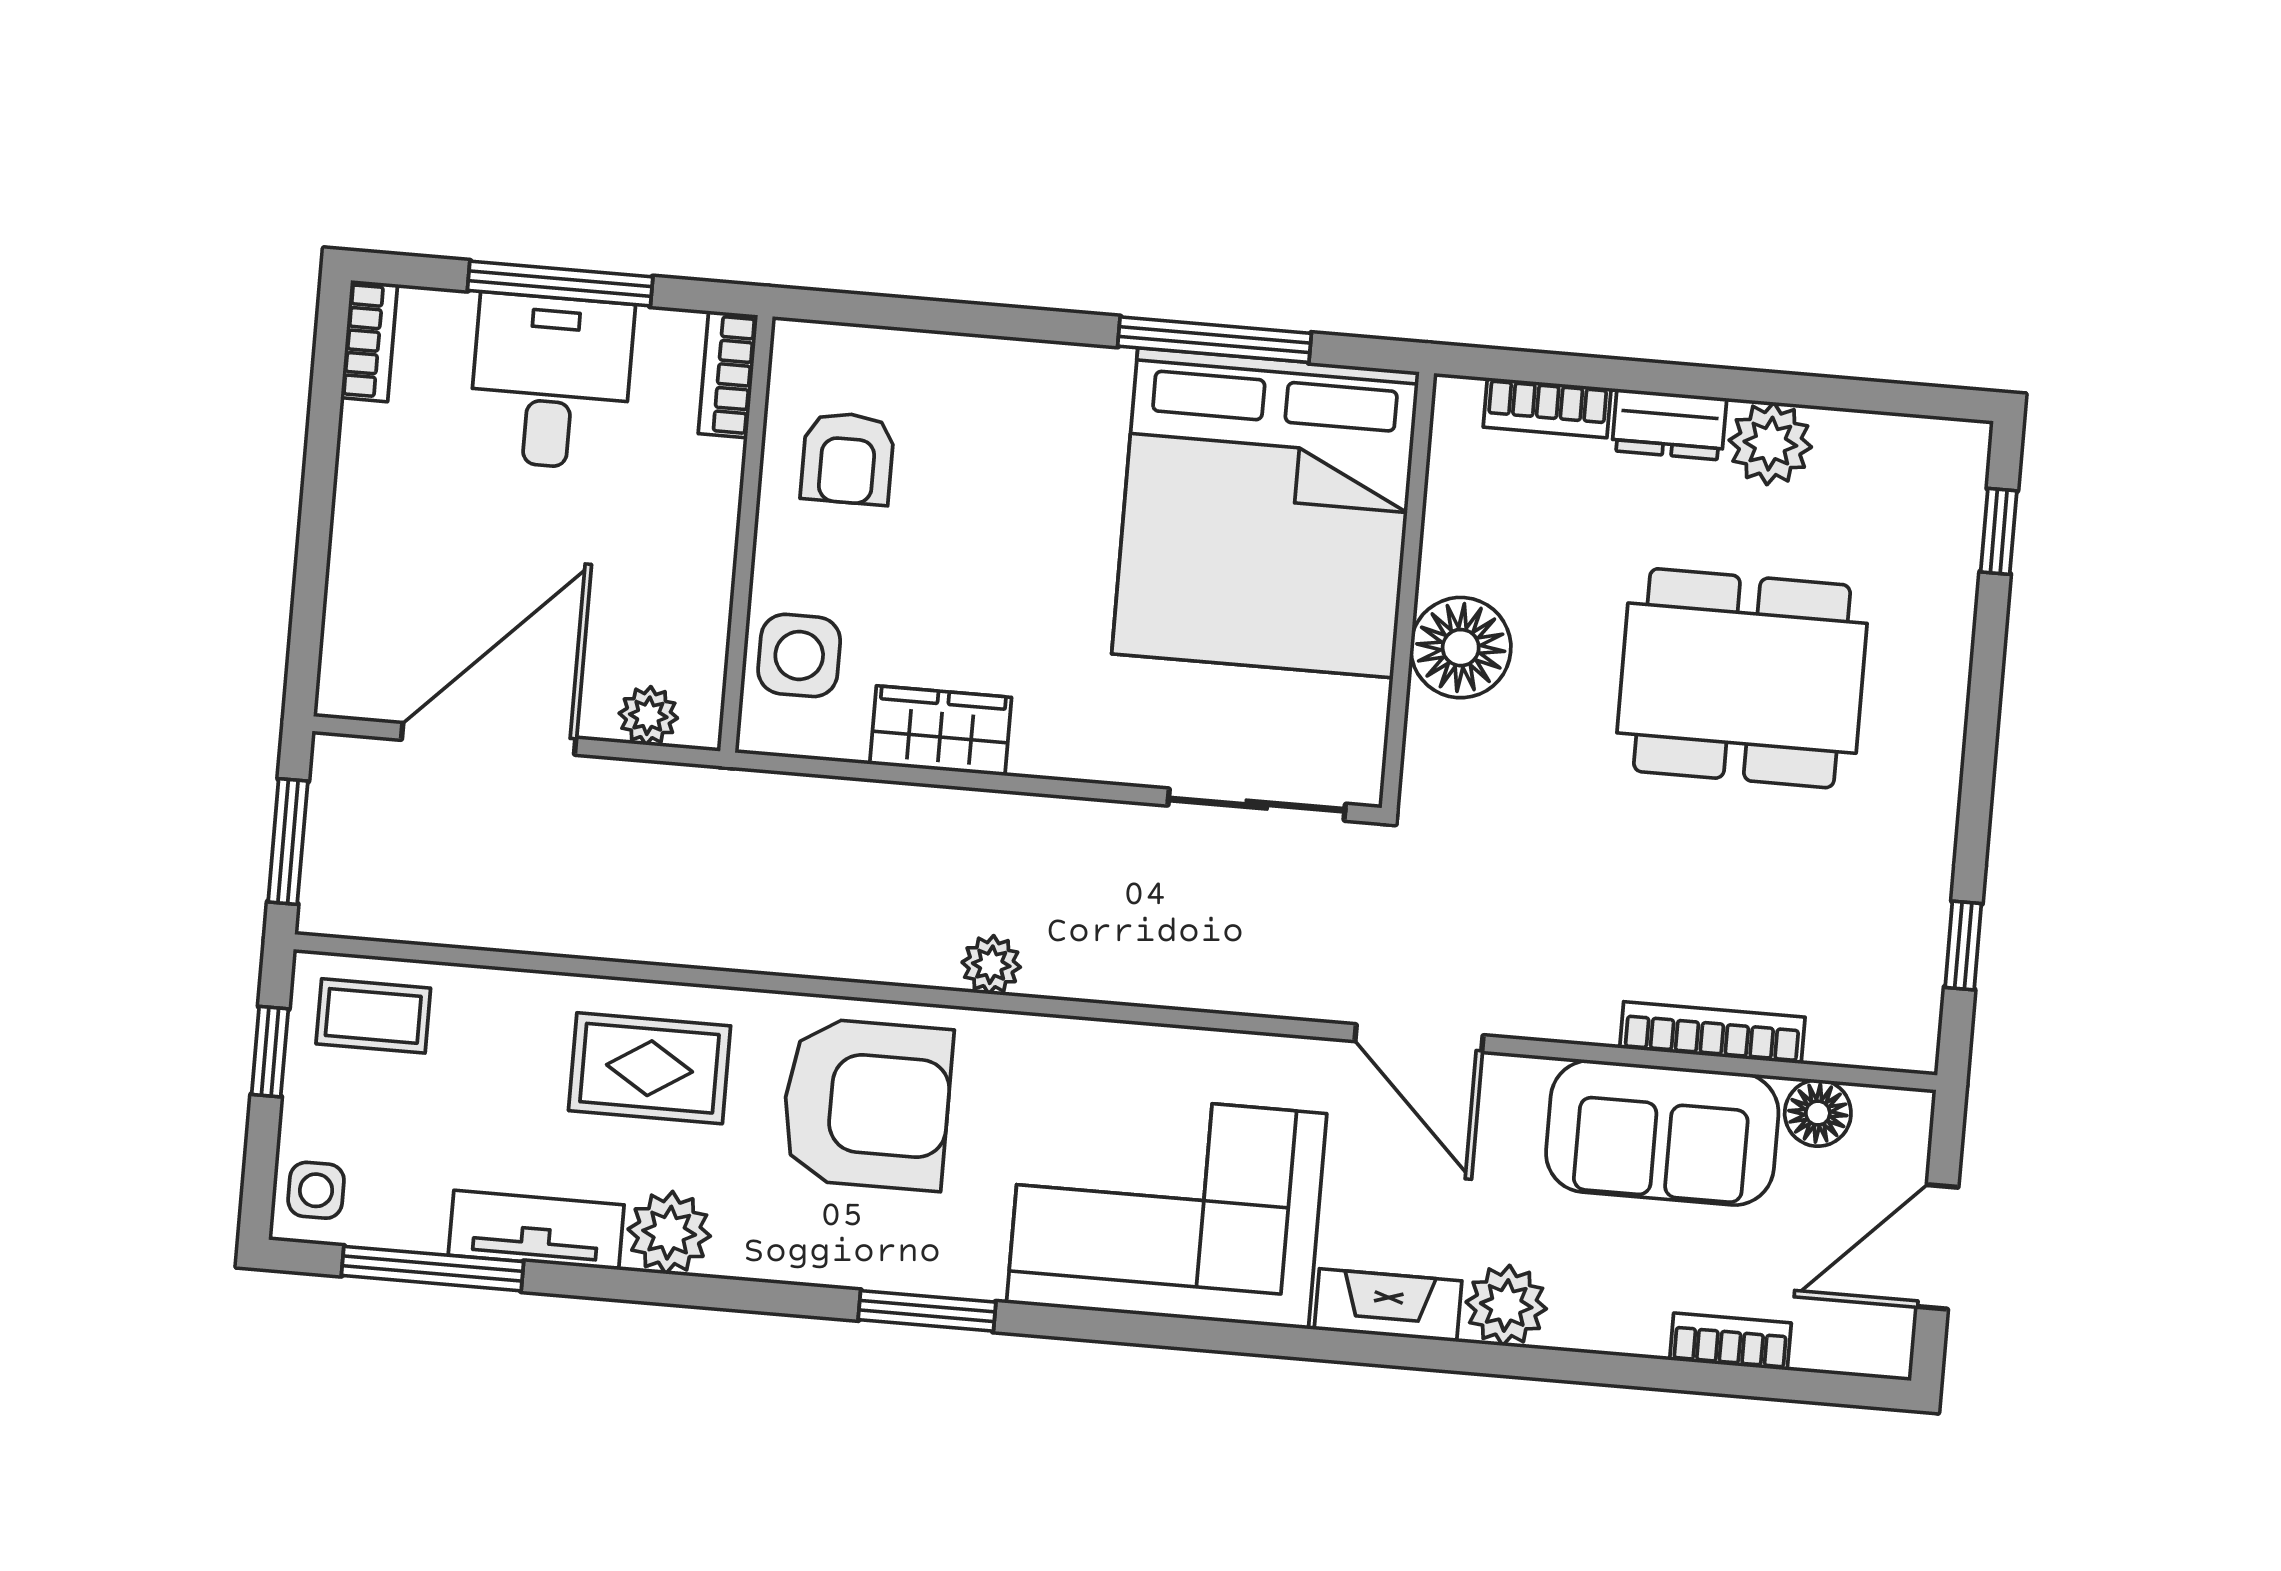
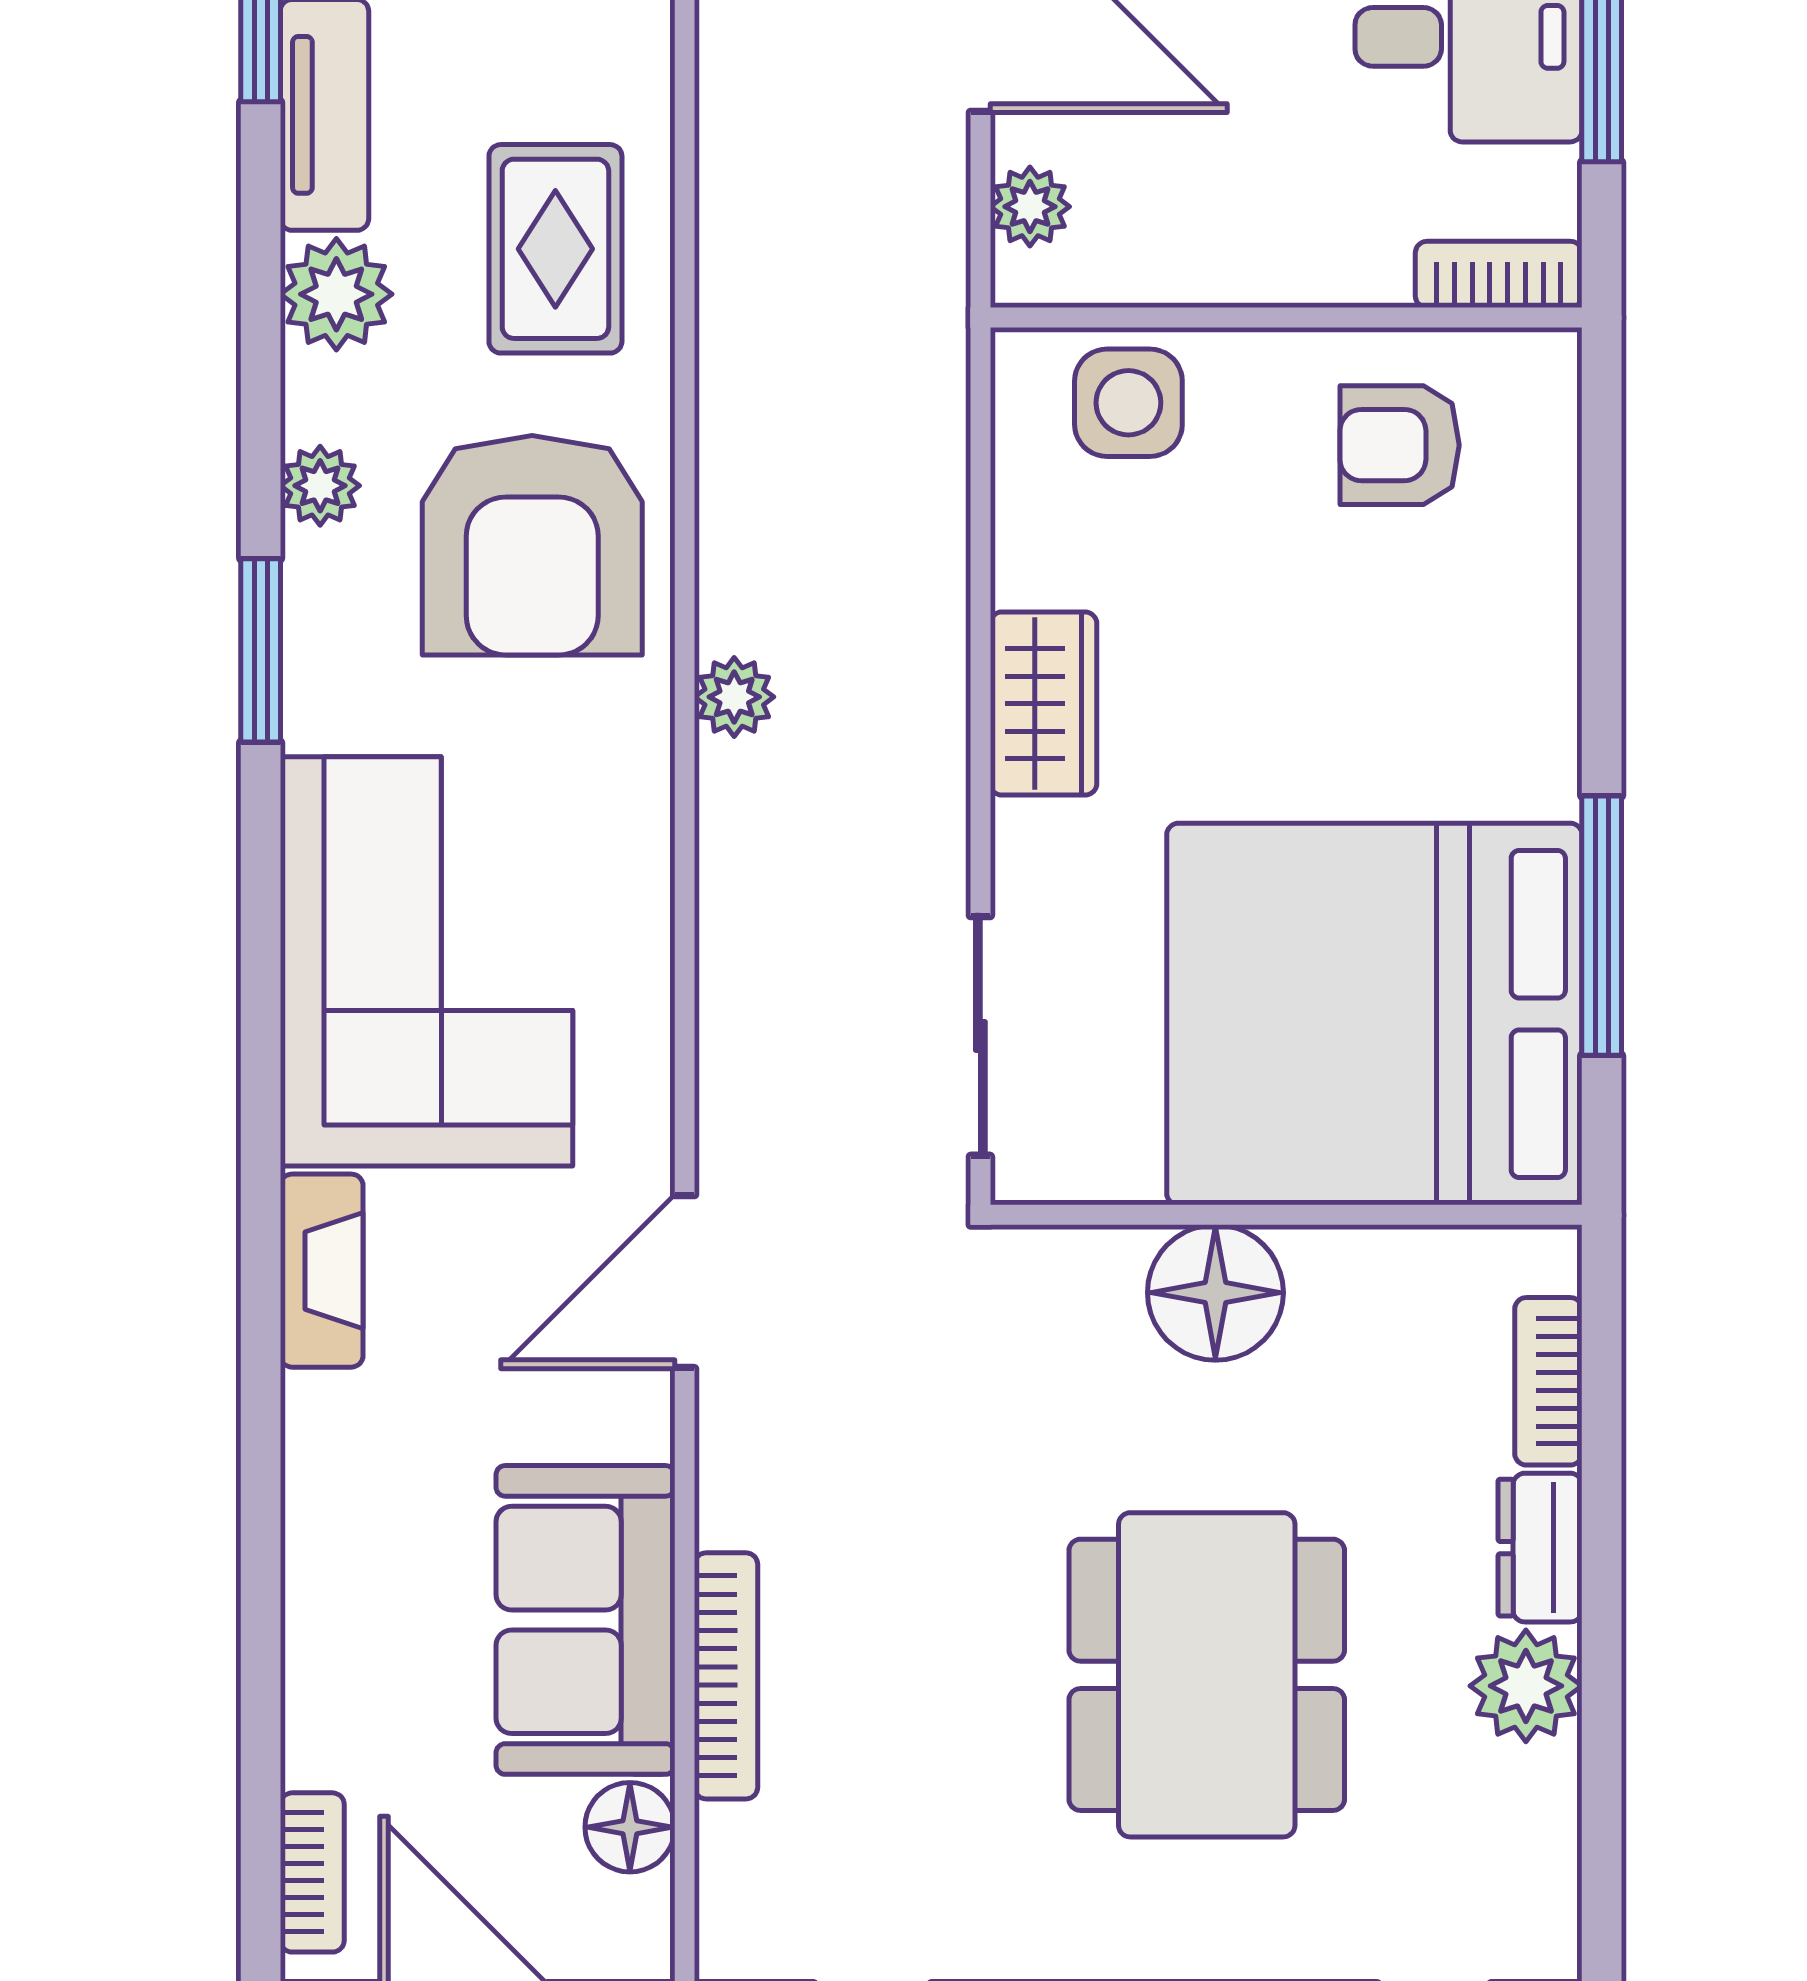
wardrobe: (941, 731) -> (1043, 704), moved
plant: (1506, 1305) -> (320, 486), moved, width x0.73, depth x0.73
bookcase: (1730, 1341) -> (312, 1872), moved

